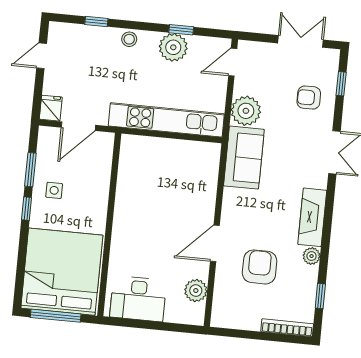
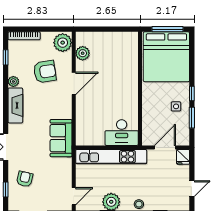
armchair: (309, 98) -> (25, 179), turned -77
plant: (246, 111) -> (63, 43), moved
armchair: (260, 267) -> (45, 72), turned -99
desk: (138, 299) -> (122, 133), moved, turned 180

